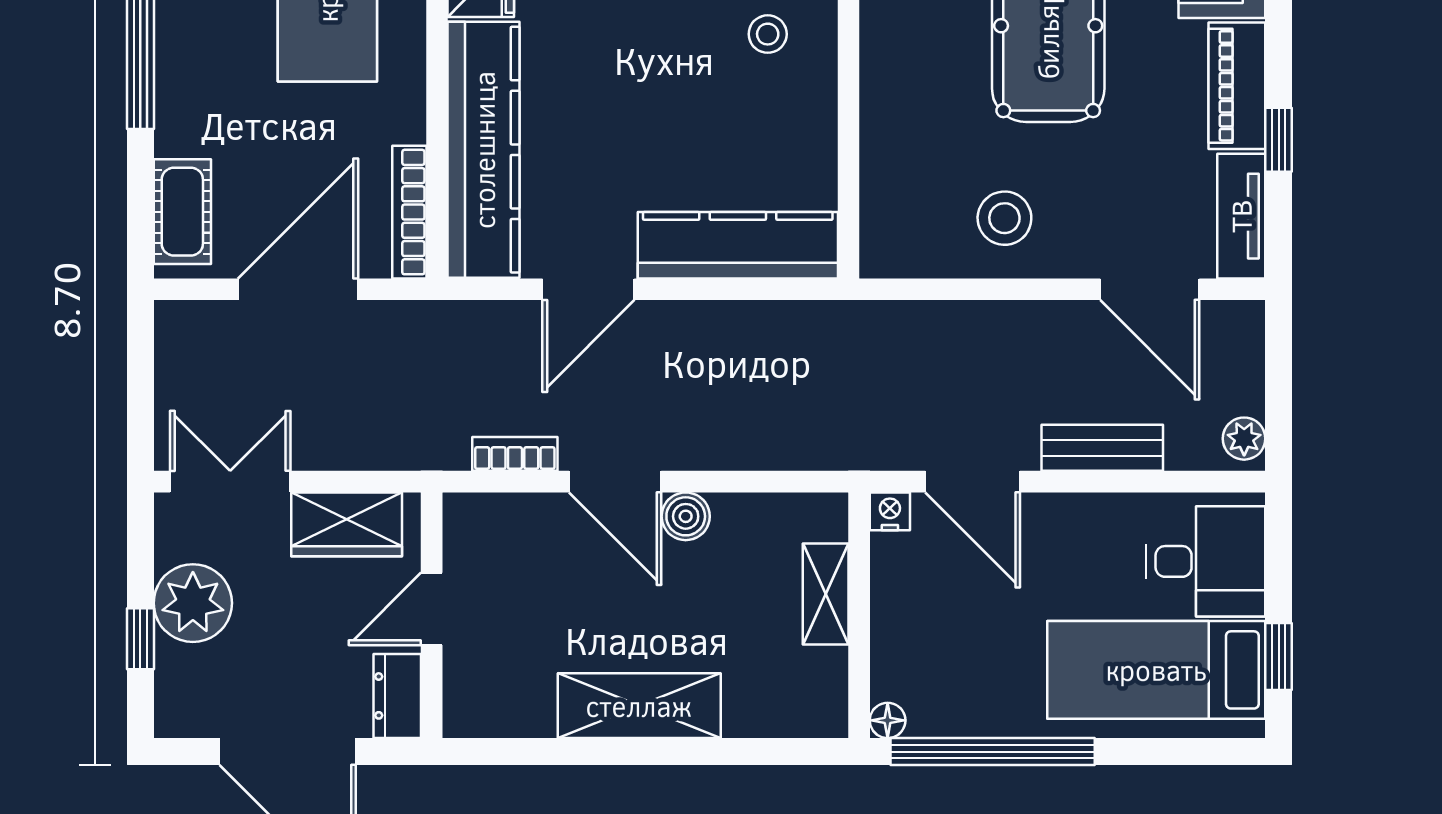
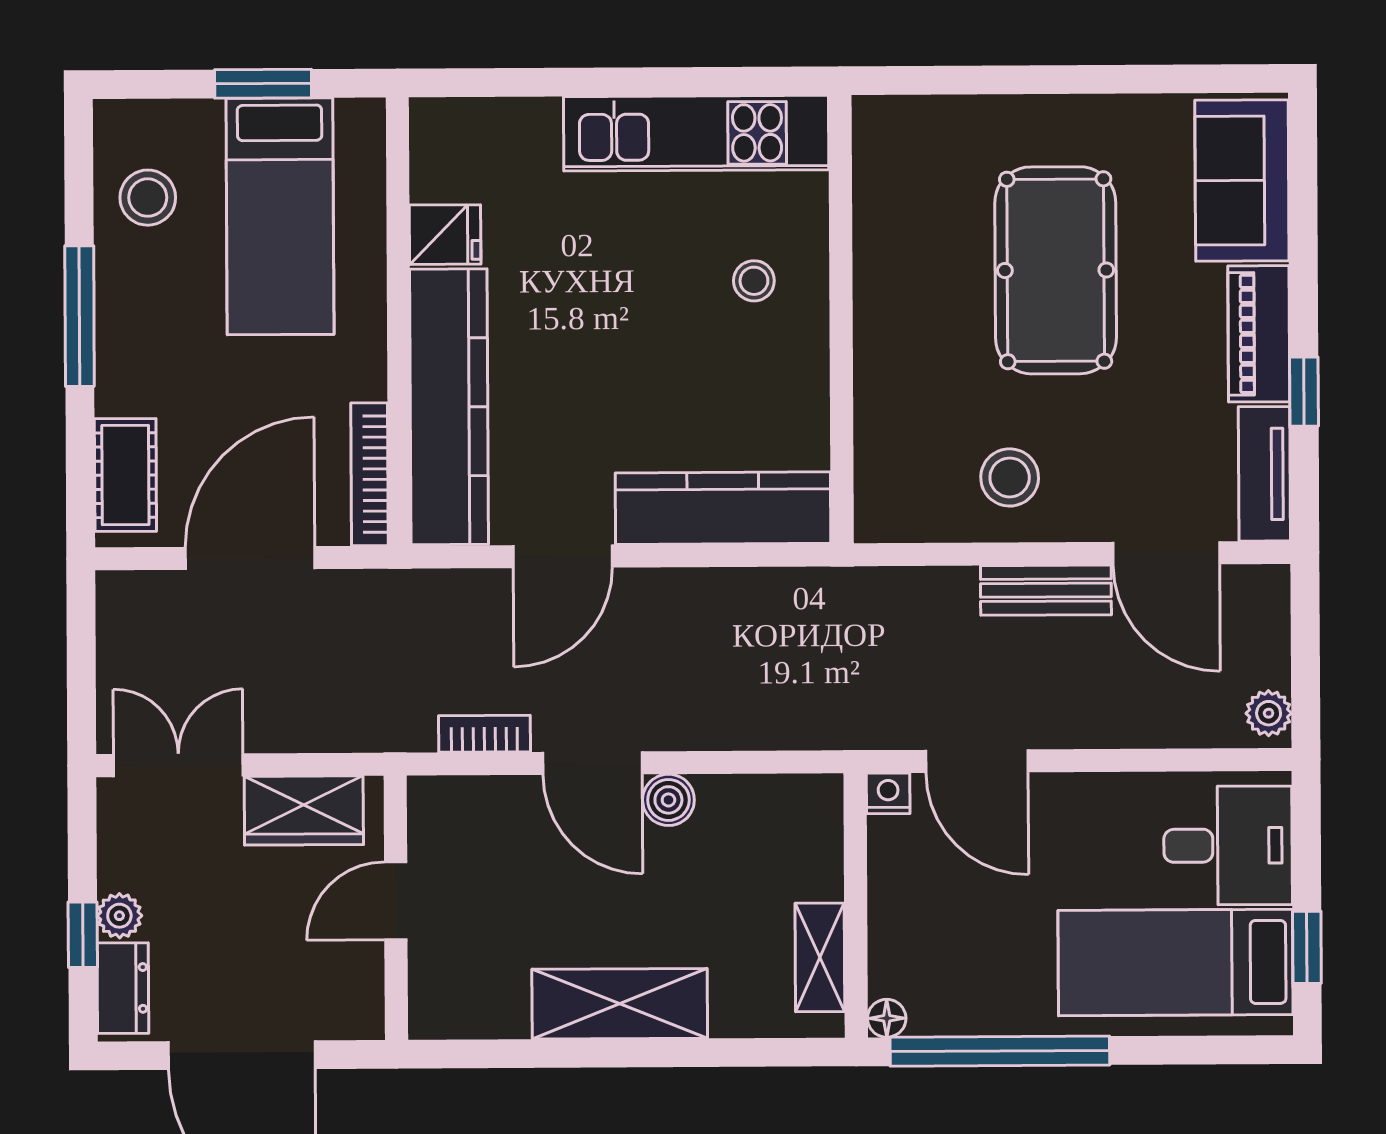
bench: (1102, 448) -> (1046, 590), moved
shelving: (826, 594) -> (820, 957), moved
plant: (193, 603) -> (119, 916), width x0.53, depth x0.53
dresser: (397, 696) -> (123, 988), moved, turned 180

